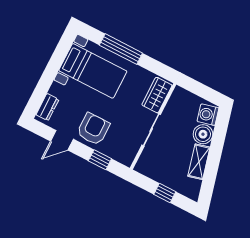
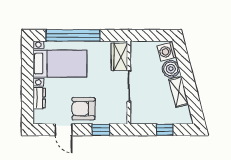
window: (121, 49) -> (73, 35), width x1.46
dresser: (47, 107) -> (39, 98), moved
armchair: (93, 129) -> (83, 109), turned -90
door: (62, 140) -> (64, 130), hinge flipped

